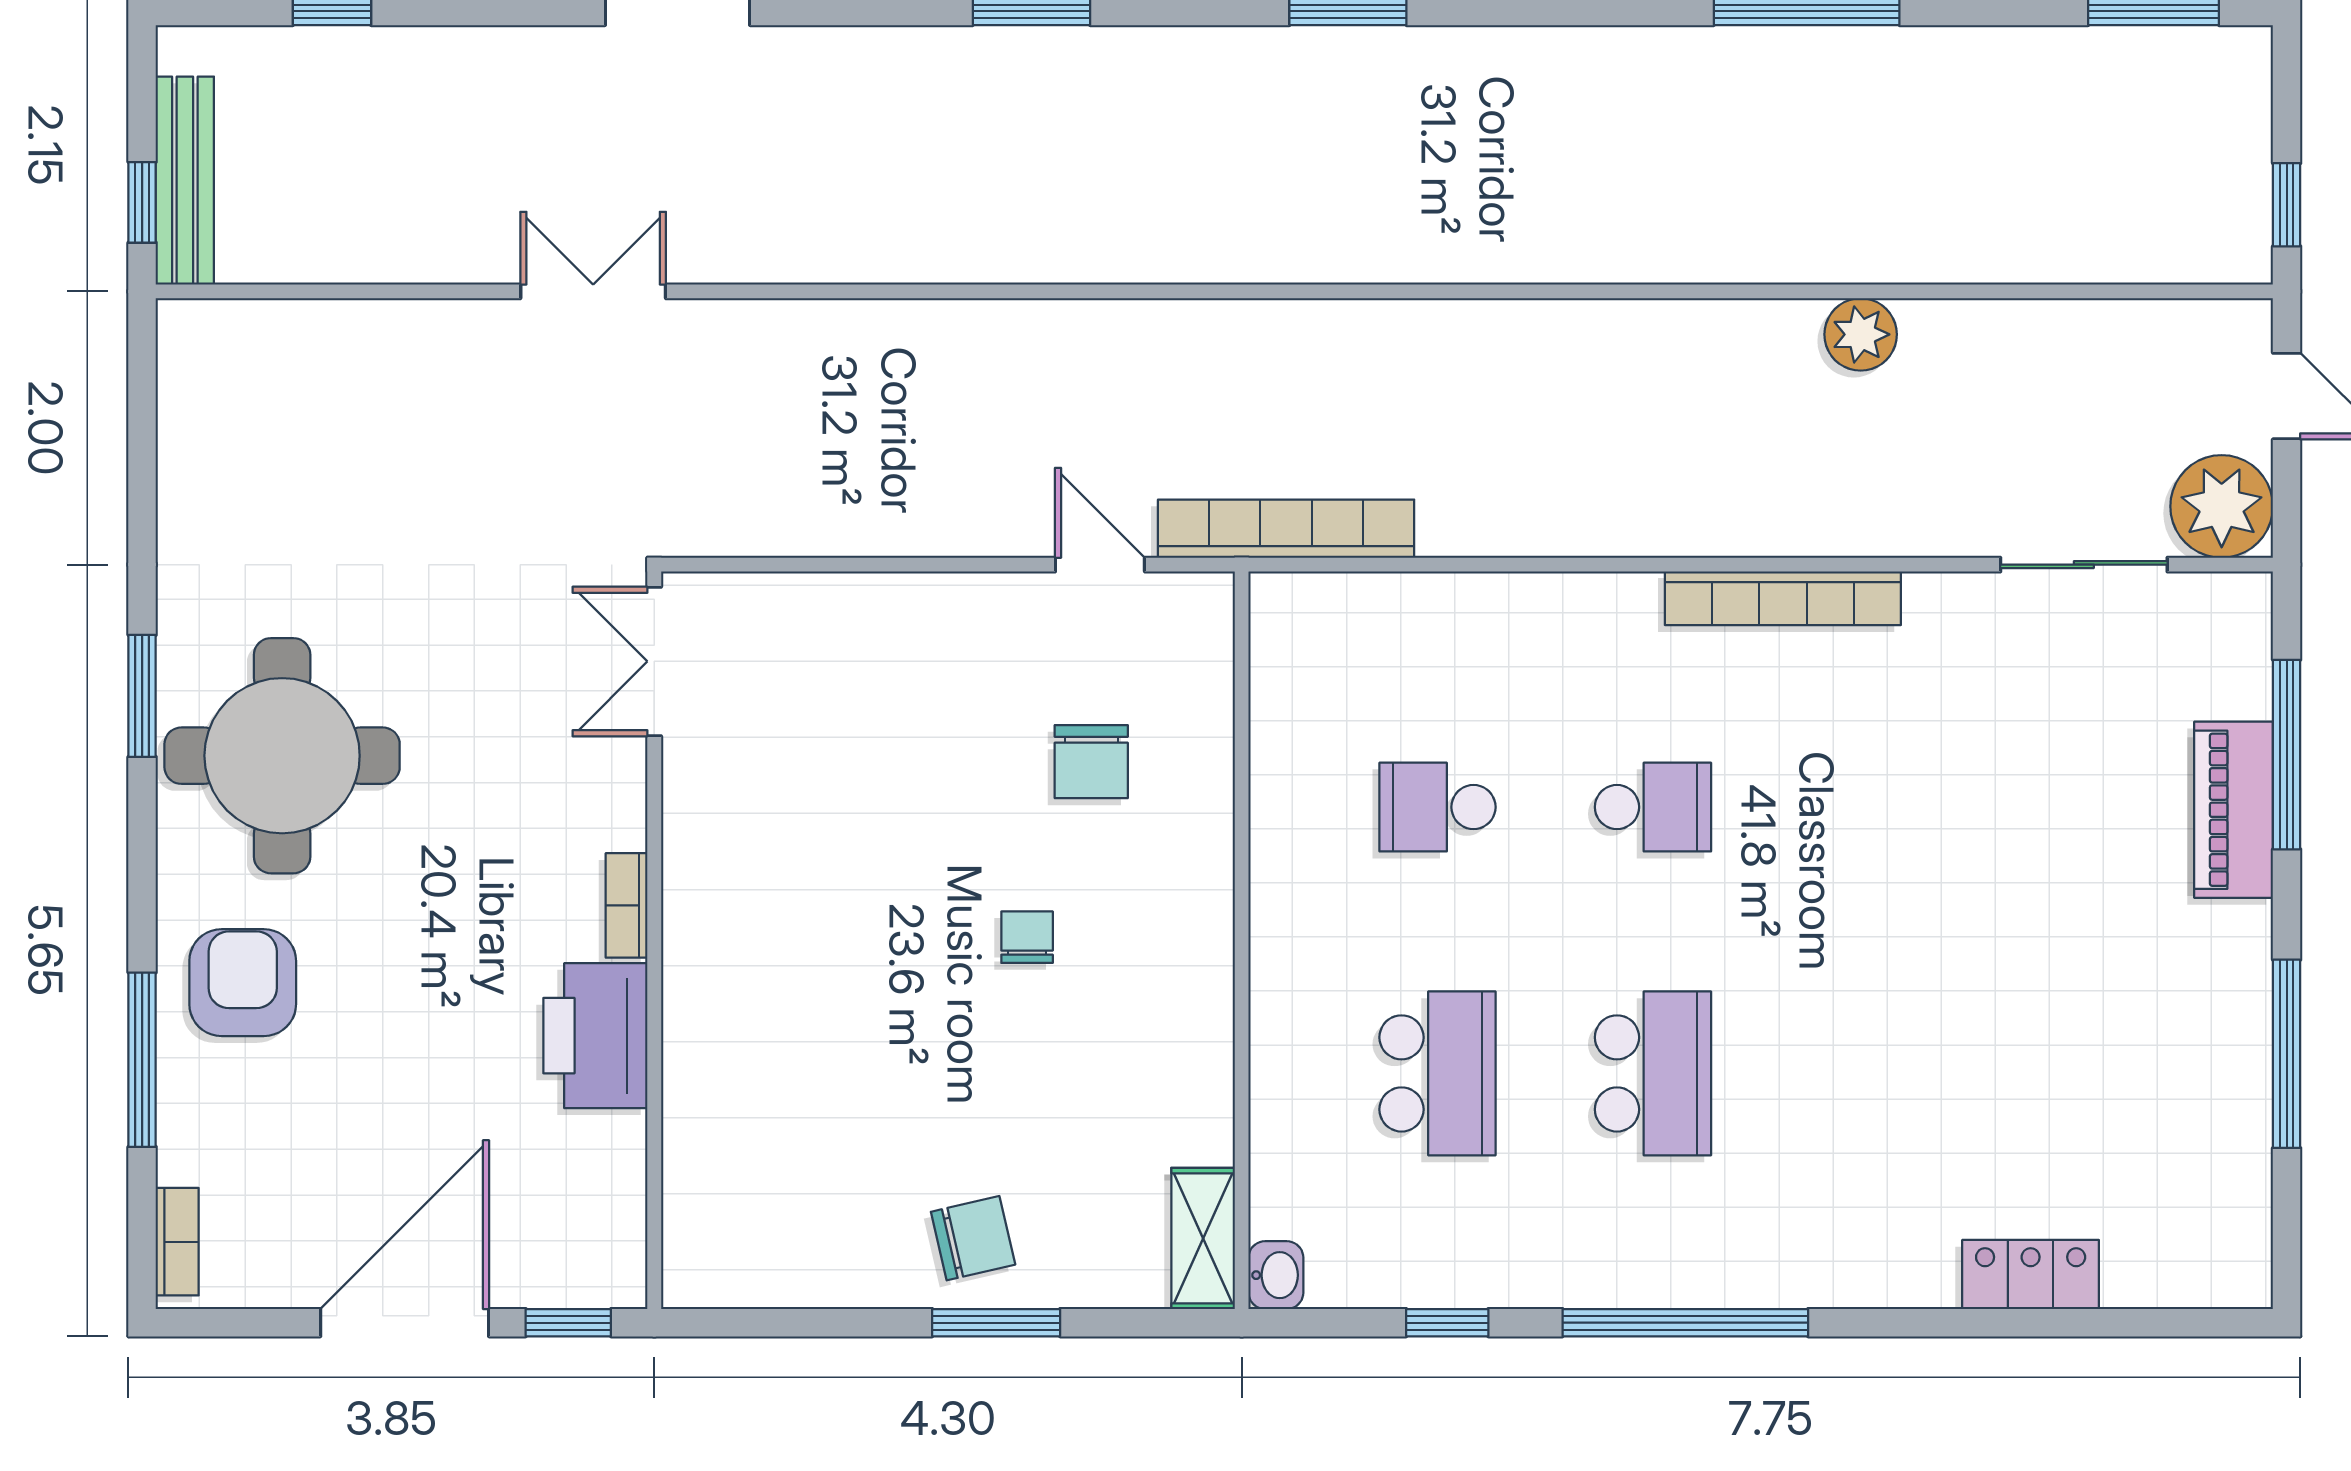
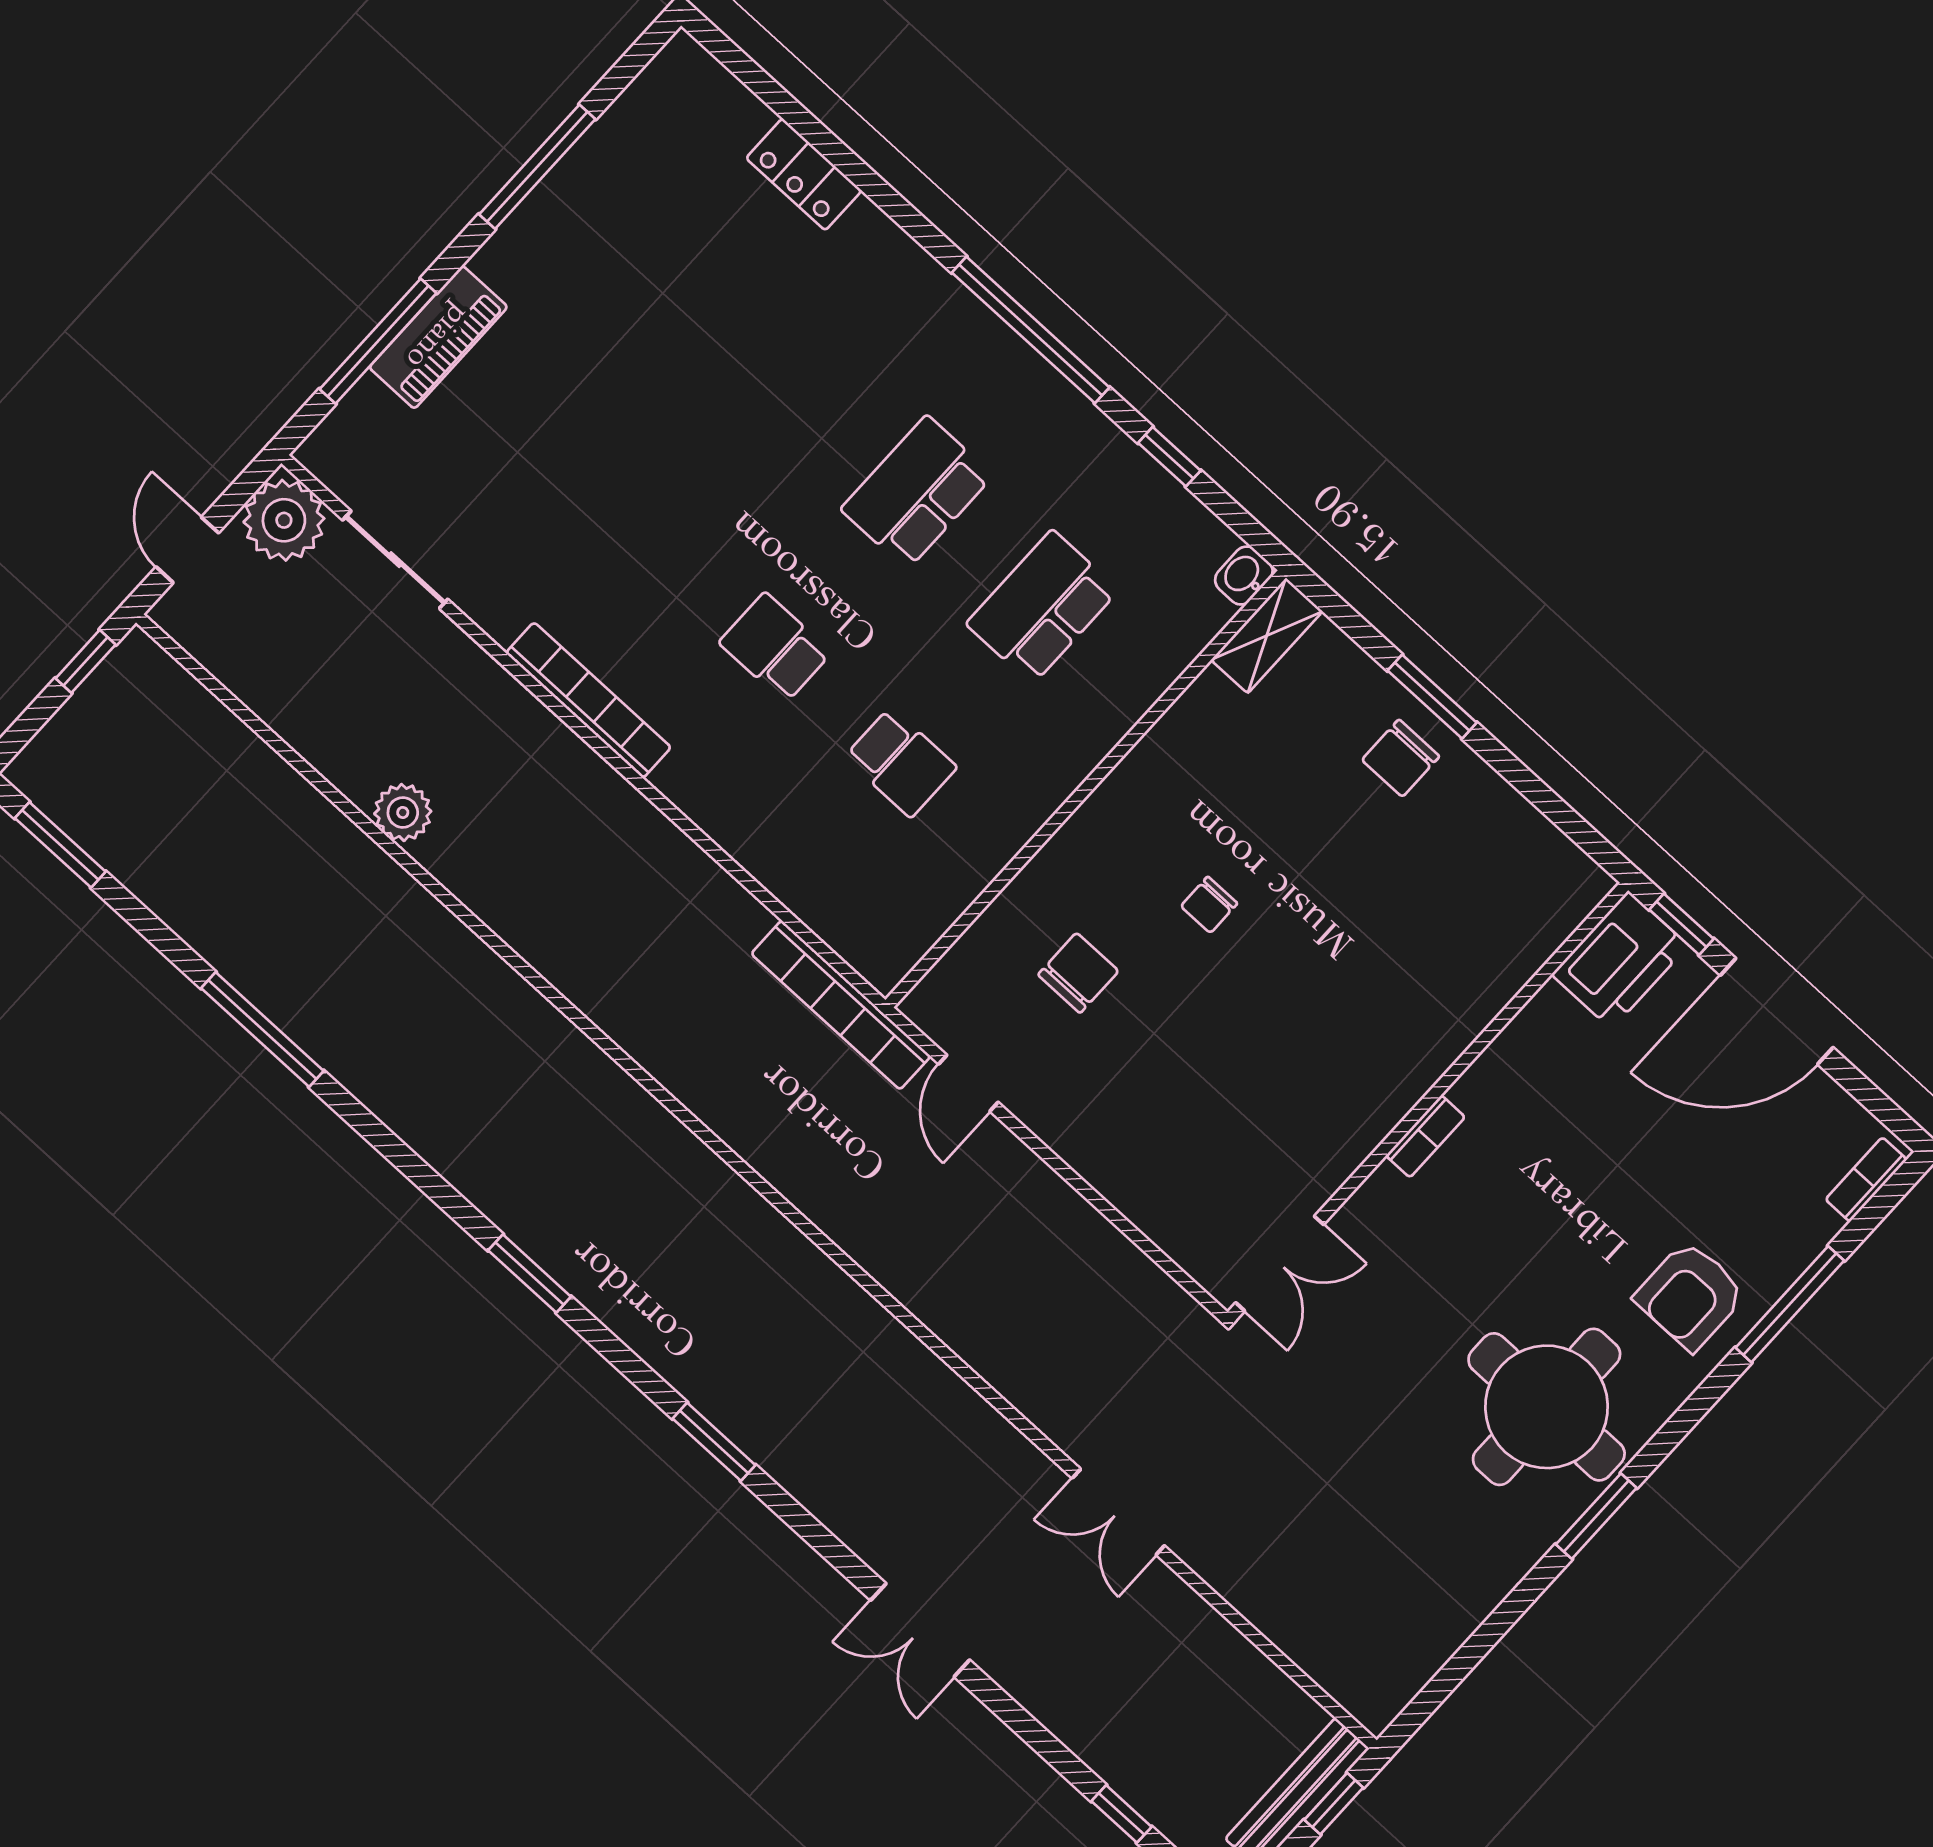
printer: (595, 1036) -> (1620, 960), moved
chair: (973, 1238) -> (1401, 758), turned -77

